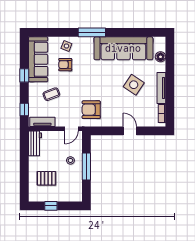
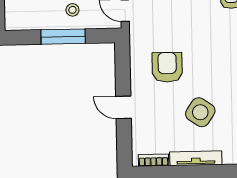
armchair: (91, 110) -> (167, 67), moved
door: (130, 131) -> (123, 107), swing flipped

